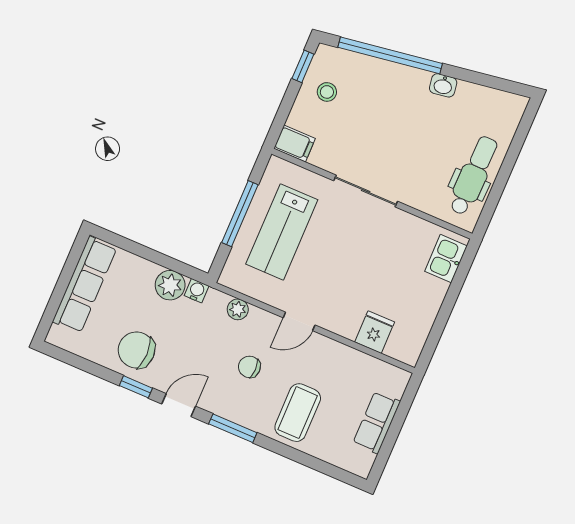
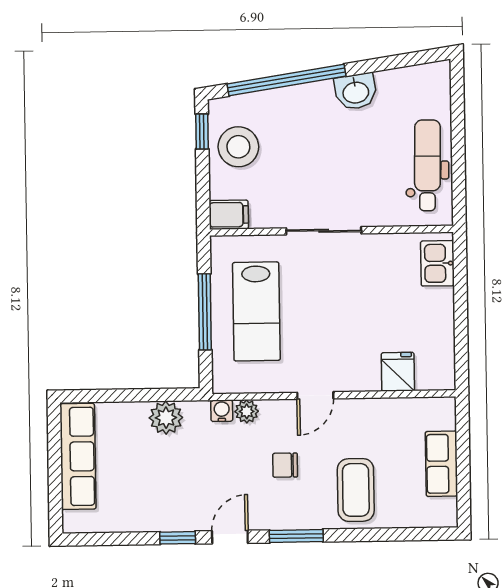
washbasin: (443, 85) -> (356, 92), width x1.38, depth x1.45
stool: (327, 92) -> (238, 147), width x1.89, depth x1.89
water cooler: (197, 291) -> (222, 411), moved
chair: (137, 350) -> (161, 500), removed

